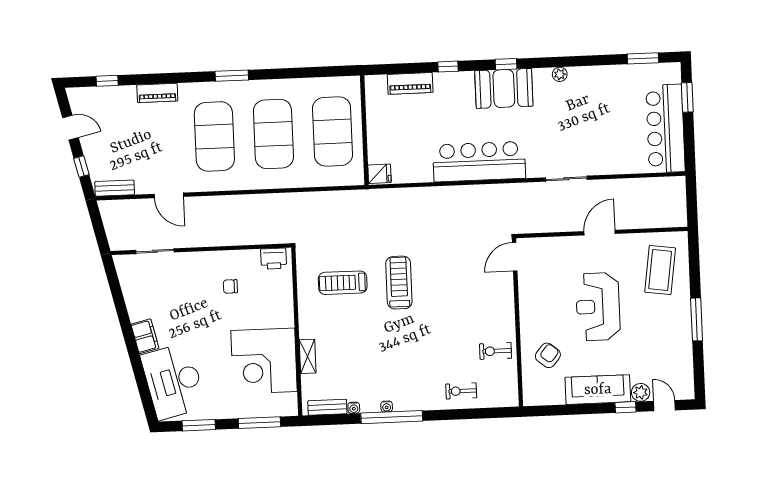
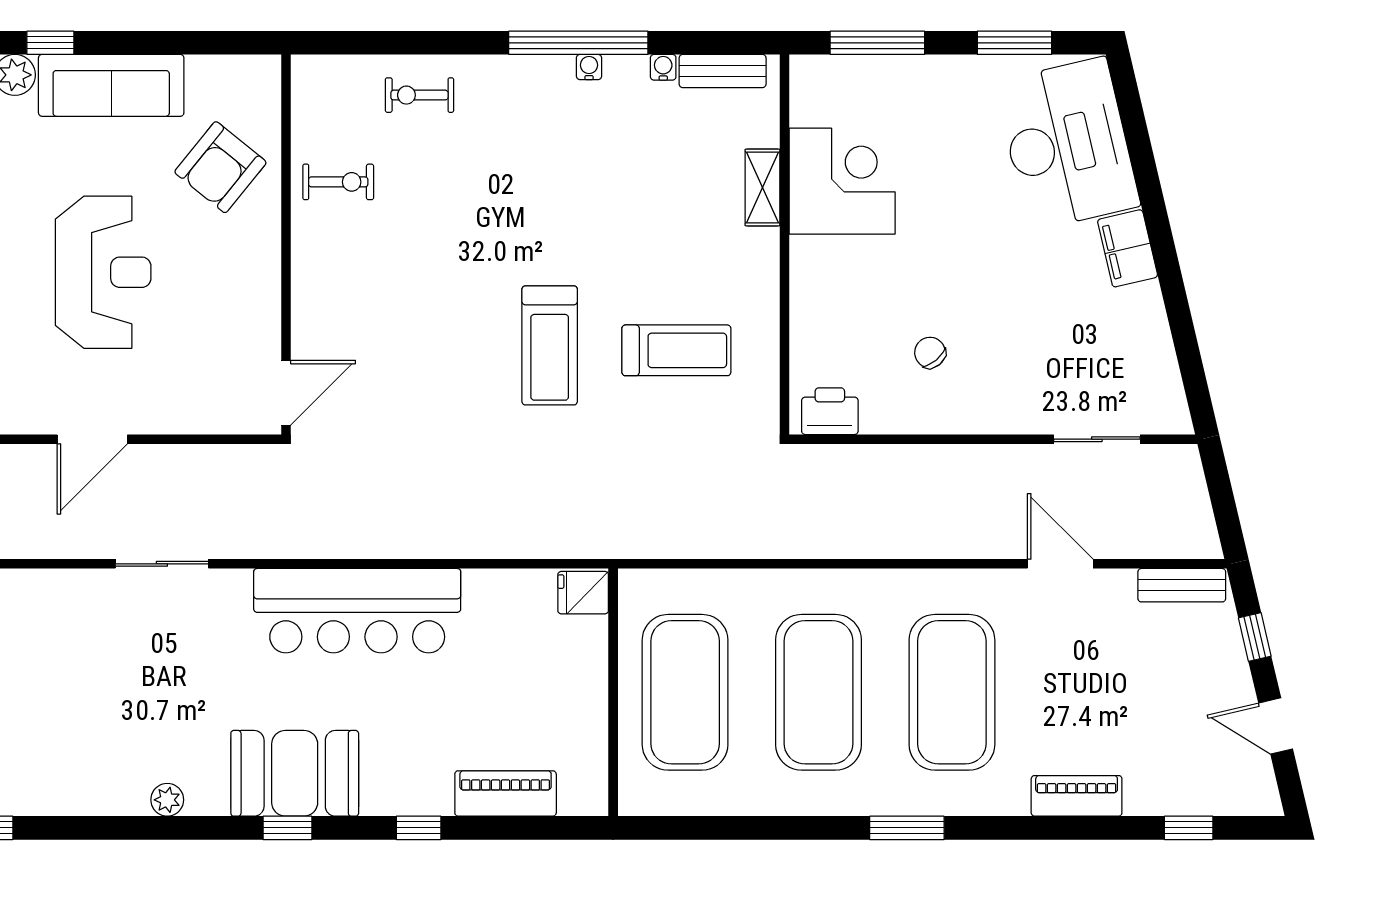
chair: (230, 286) -> (930, 353), turned -130
armchair: (548, 355) -> (220, 167), width x1.38, depth x1.38
corner desk: (264, 361) -> (842, 181), width x0.74, depth x0.74
exercise bike: (461, 391) -> (419, 95), turned 180

